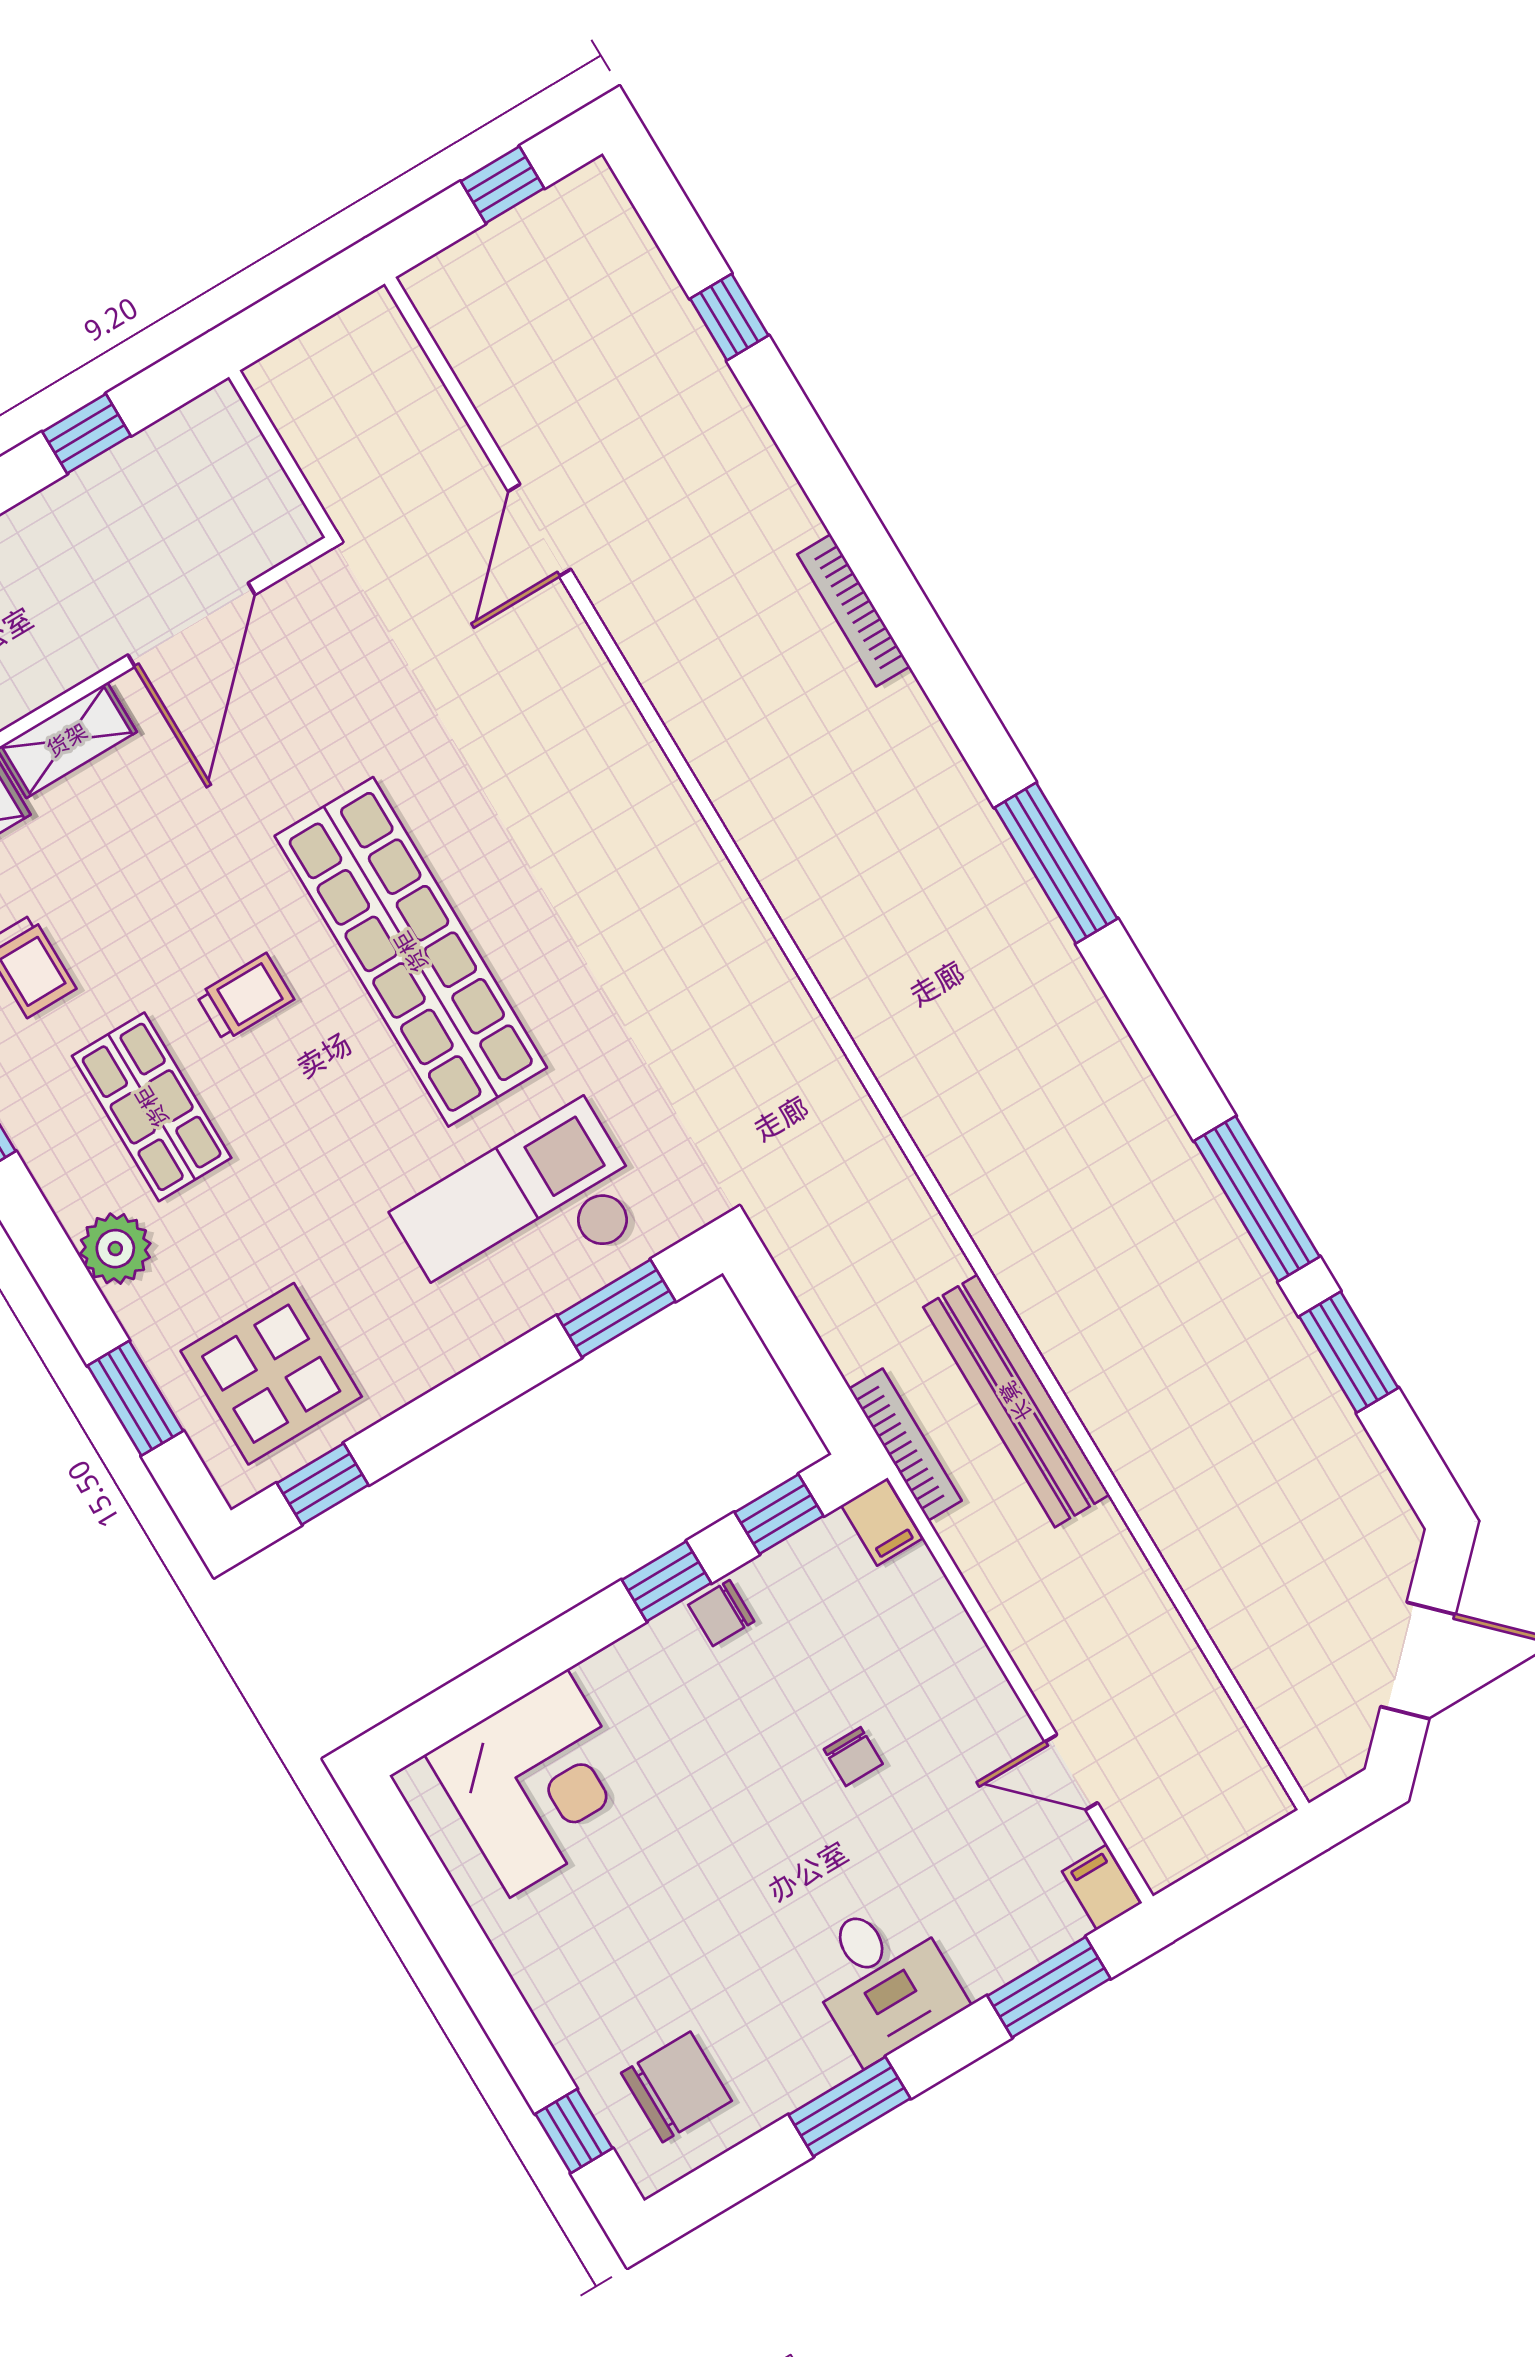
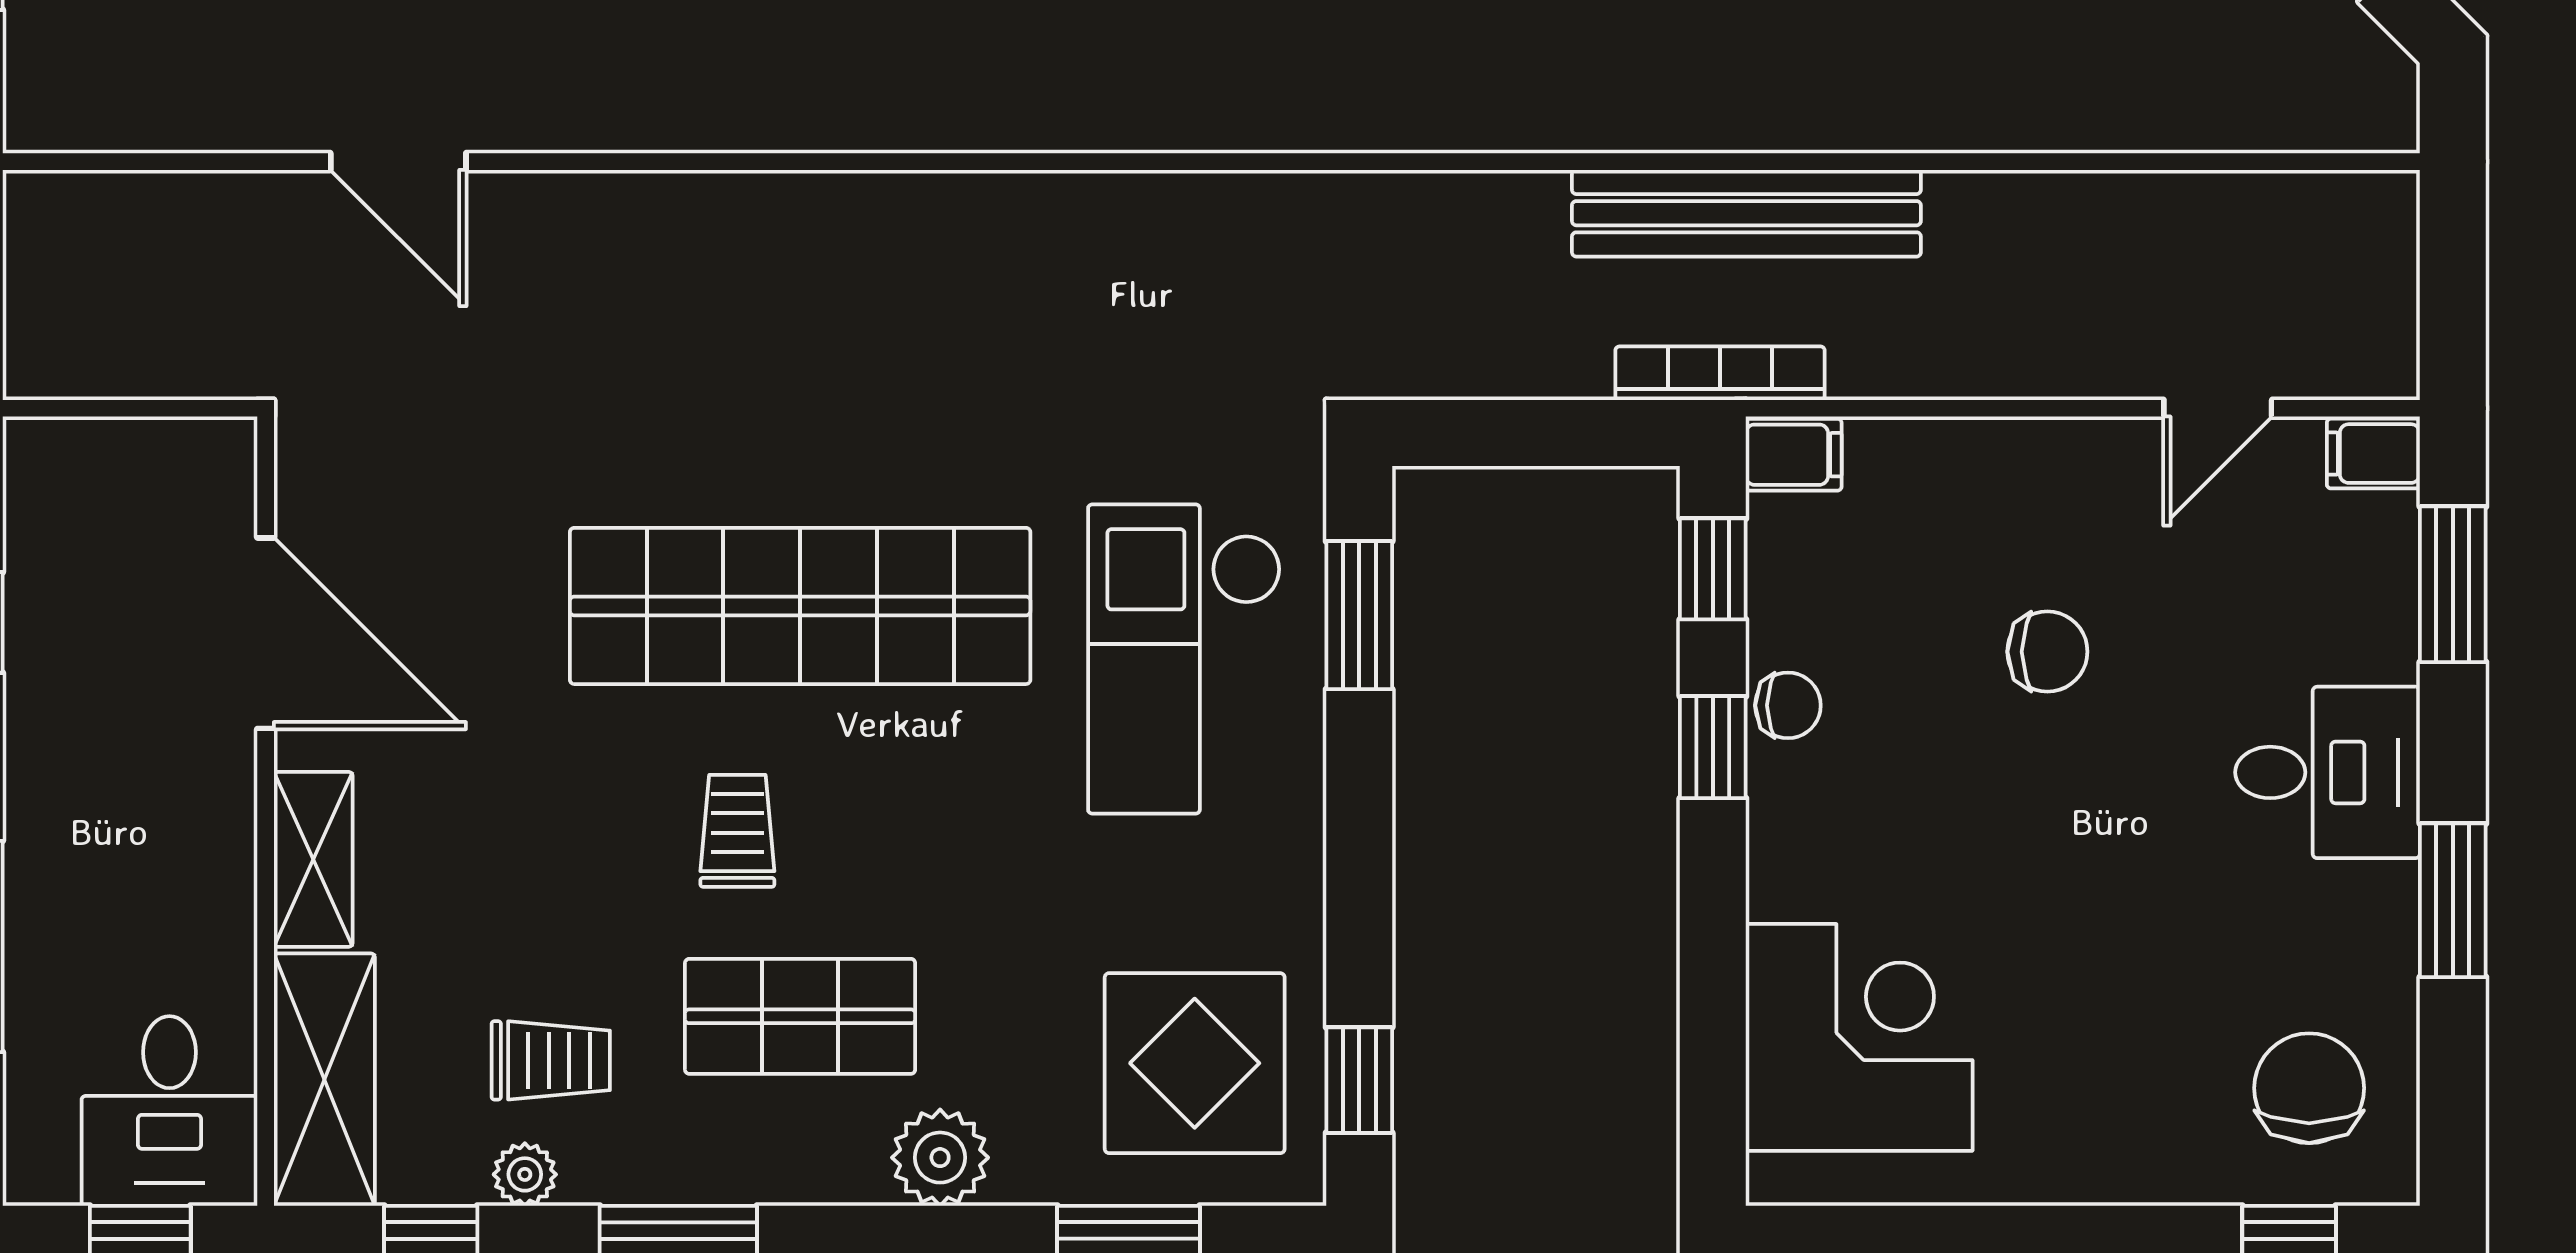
chair: (721, 1613) -> (1788, 705), turned -90
chair: (853, 1757) -> (2047, 652), width x1.37, depth x1.37

